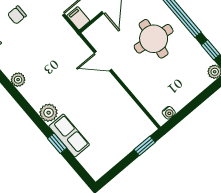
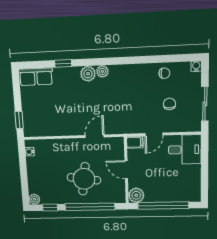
plant: (18, 80) -> (102, 71), moved
row of seats: (69, 135) -> (36, 77), moved

